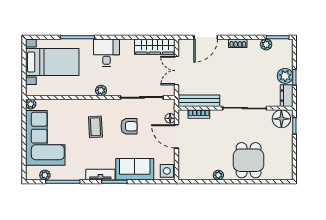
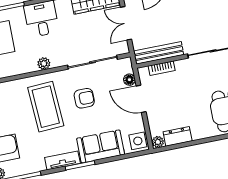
coffee table: (95, 127) -> (46, 107), width x1.86, depth x1.72
dresser: (201, 174) -> (178, 136), added
plant: (218, 175) -> (158, 142), moved

